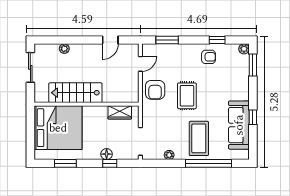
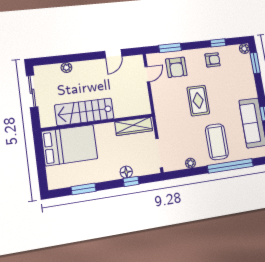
armchair: (155, 90) -> (176, 67), moved
wardrobe: (120, 112) -> (134, 126), width x1.50
bed: (58, 128) -> (70, 145), width x0.73

